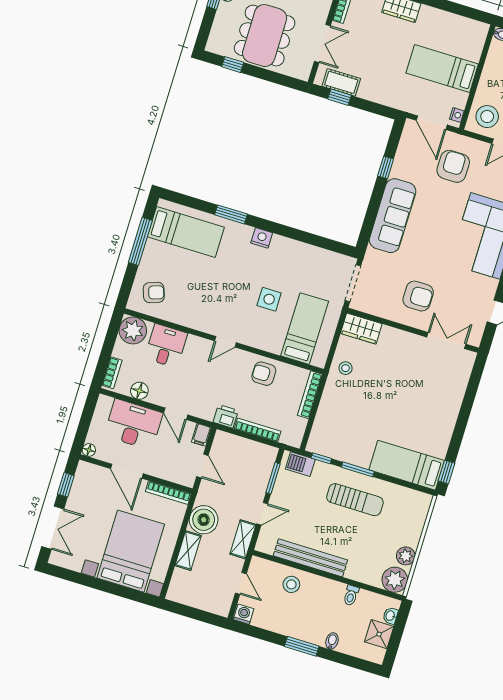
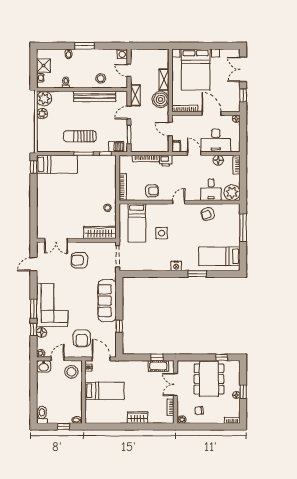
window: (140, 241) -> (243, 228), moved
armchair: (154, 293) -> (208, 214), moved
wardrobe: (361, 329) -> (100, 232), width x1.50

